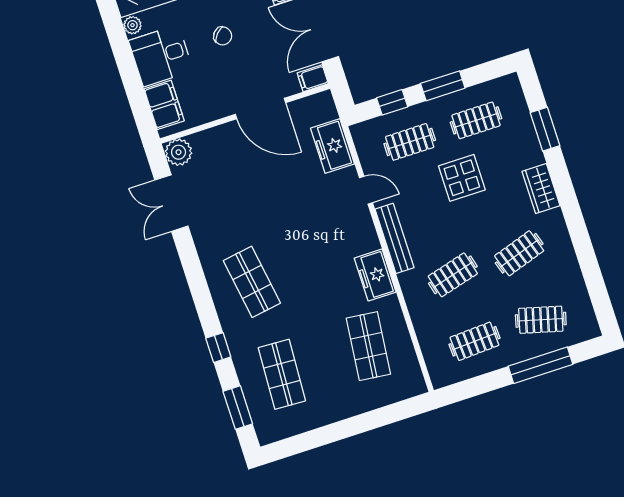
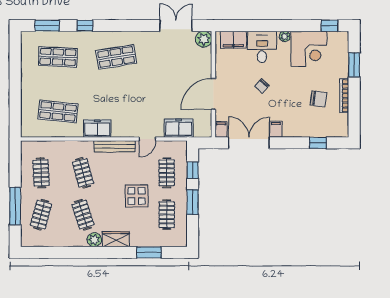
plant: (553, 222) -> (94, 240), added

